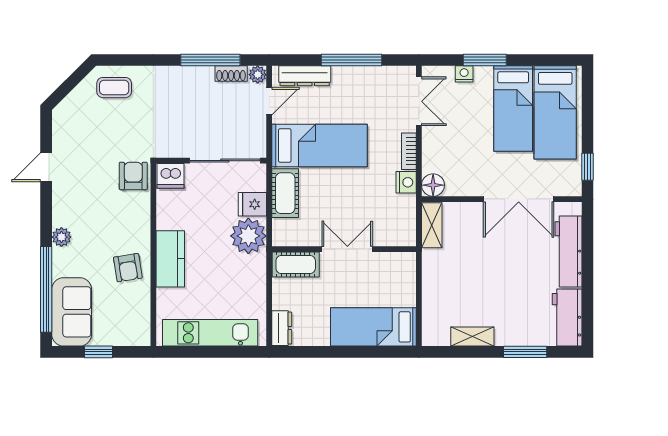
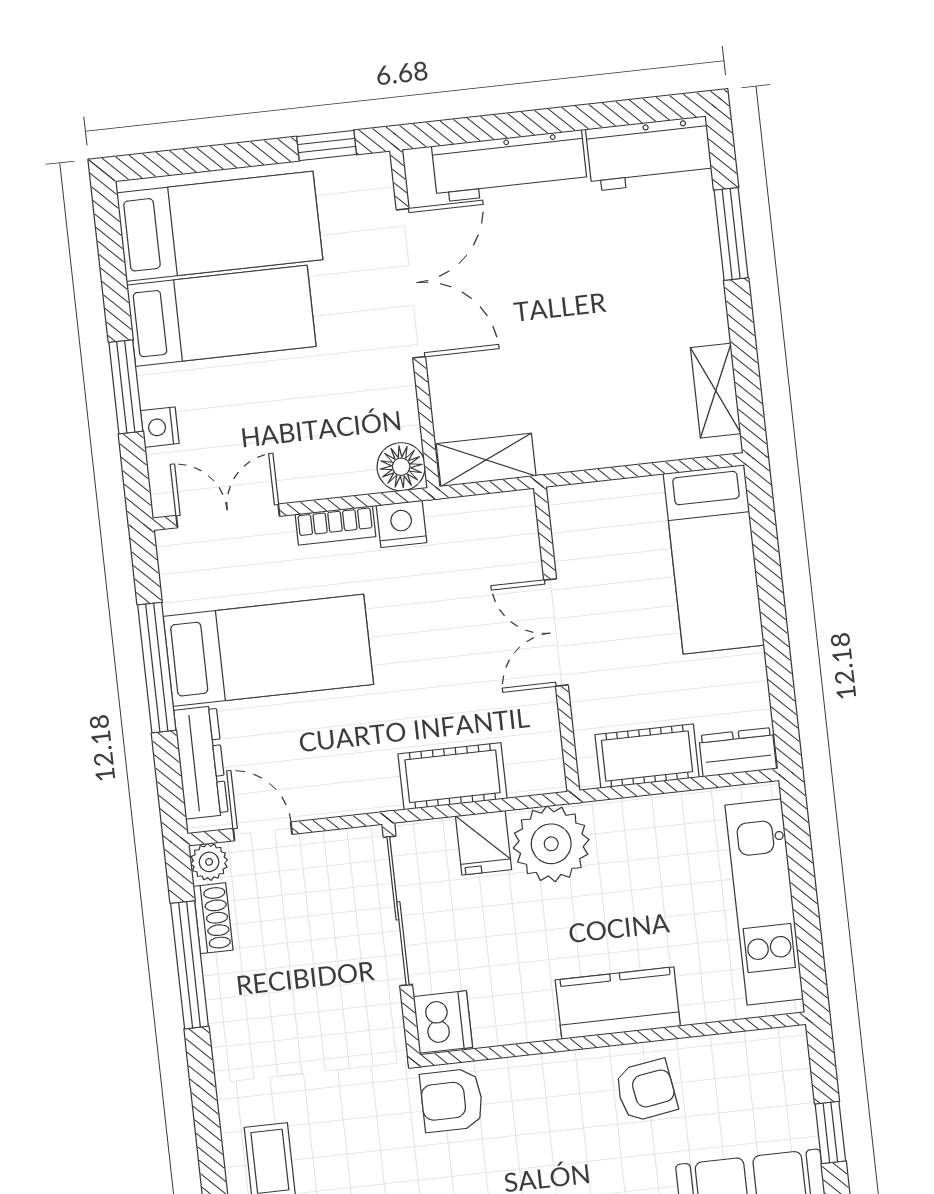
bed: (319, 145) -> (268, 650), moved, turned 90
cot: (296, 264) -> (647, 756), moved, turned 90
shelving: (472, 337) -> (716, 391), moved

